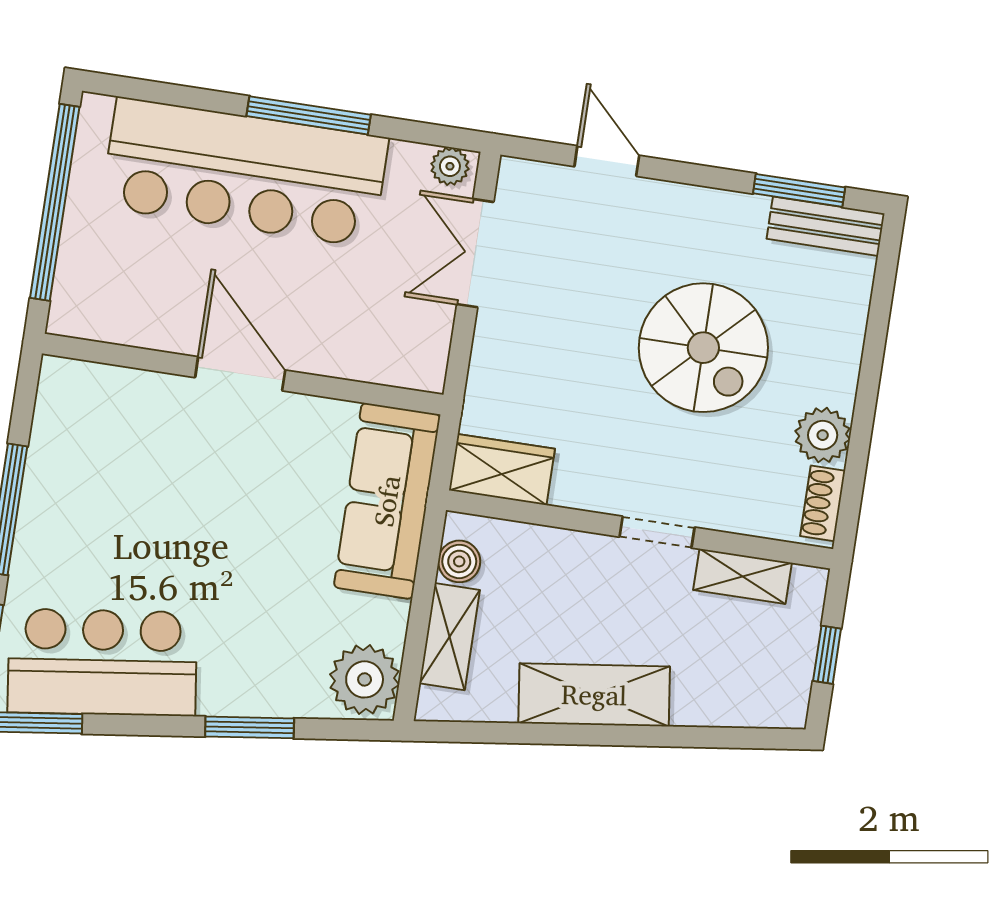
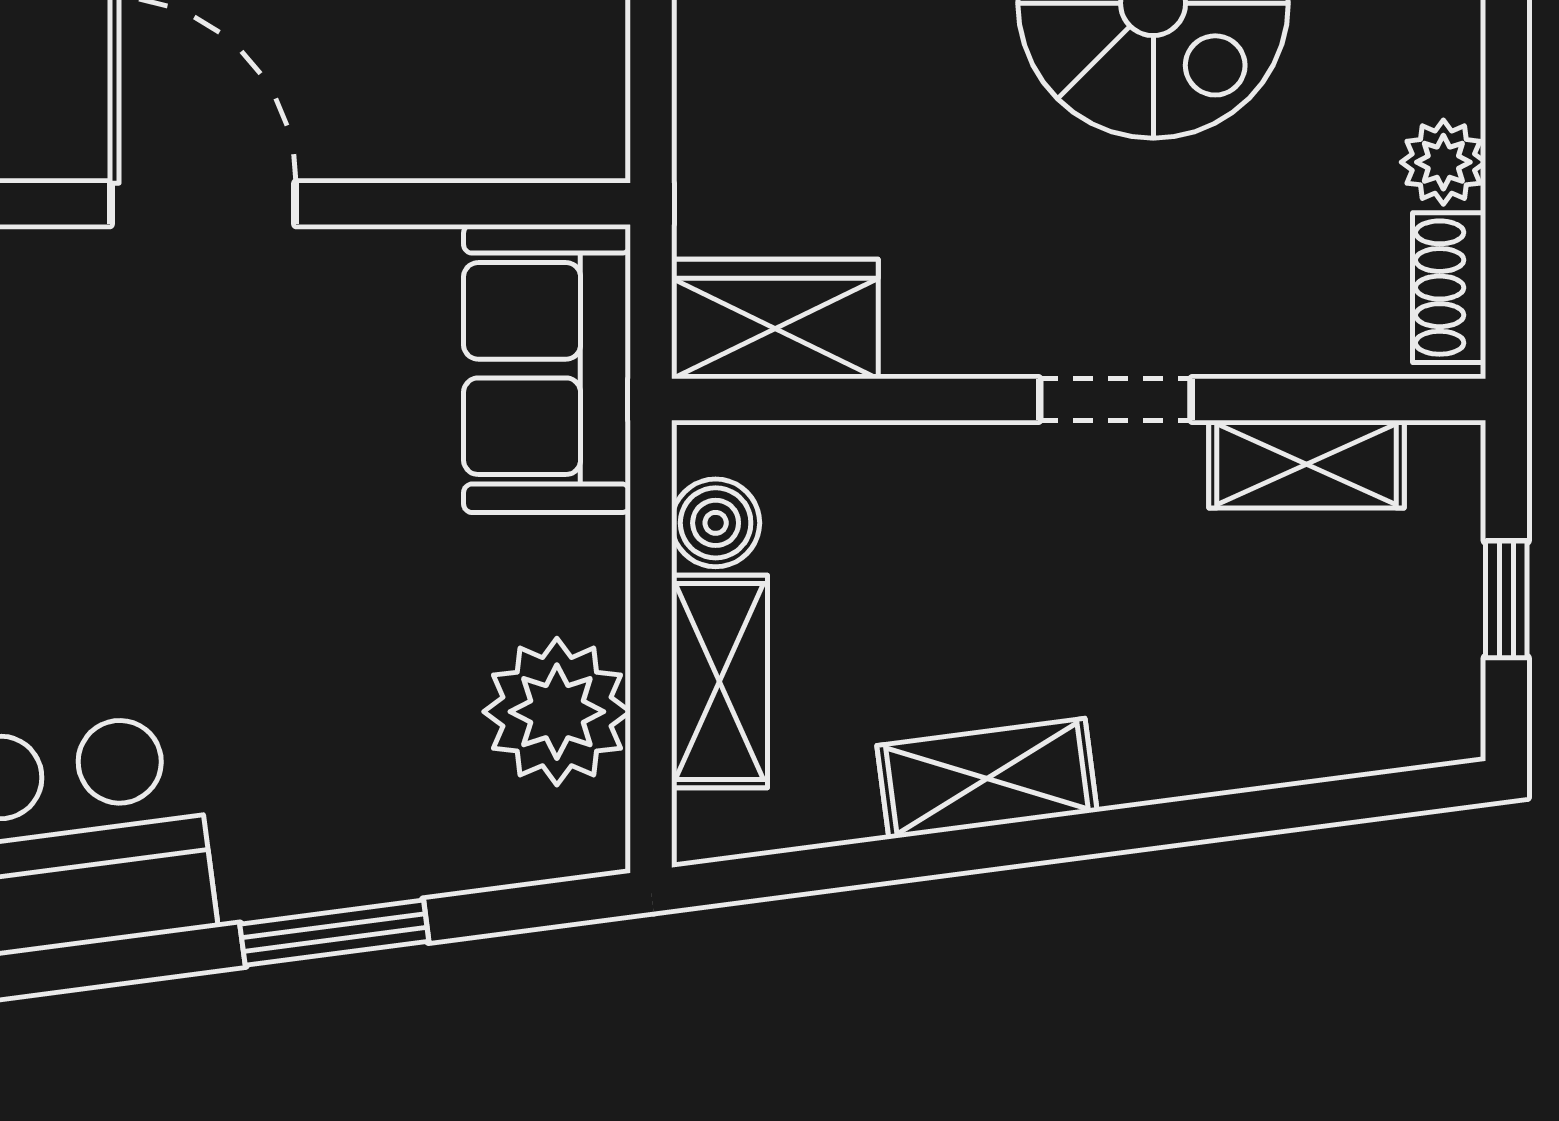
plant: (823, 435) -> (1443, 162), width x0.73, depth x0.73
sofa: (387, 501) -> (547, 369), width x0.73
plant: (365, 679) -> (557, 712), moved
shelving: (594, 695) -> (987, 779), width x0.67, depth x0.75

